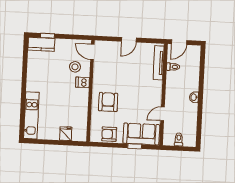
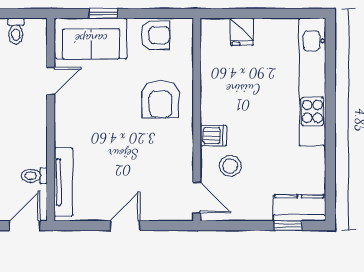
kitchen unit: (31, 115) -> (312, 82), width x1.36

